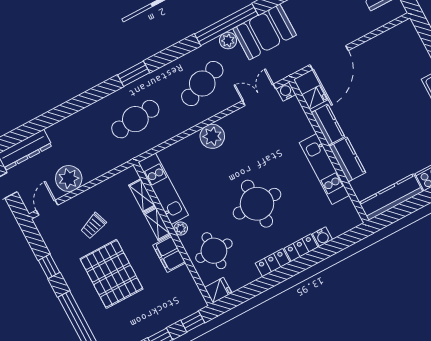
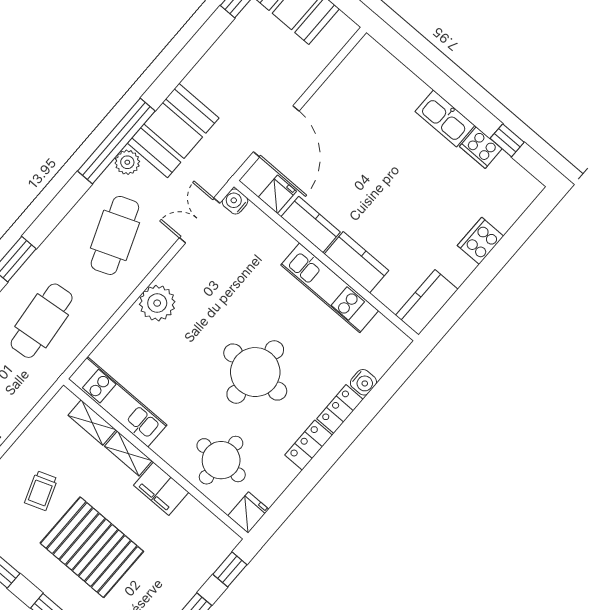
kitchen counter: (391, 197) -> (427, 302), width x0.67
plant: (181, 229) -> (163, 447), removed

